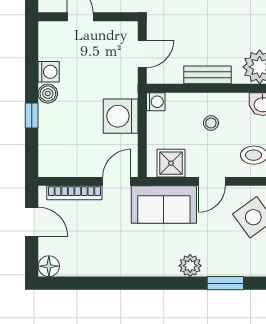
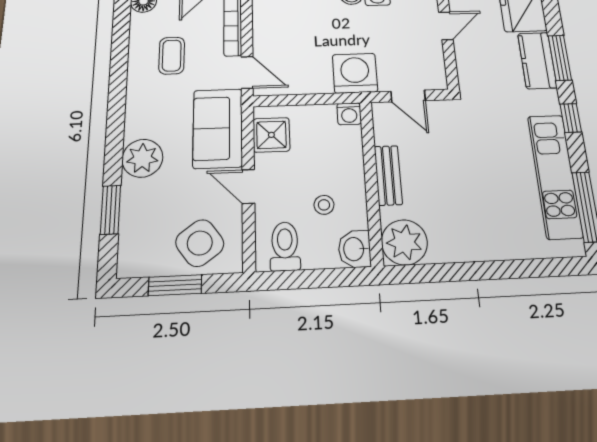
washing machine: (121, 116) -> (355, 73), moved
stool: (211, 123) -> (324, 205), moved
coffee table: (100, 242) -> (172, 56), added
plant: (190, 266) -> (142, 158), width x1.36, depth x1.36

